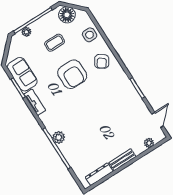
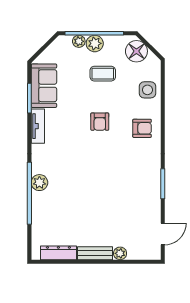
plant: (37, 27) -> (95, 43), added
armchair: (102, 61) -> (142, 128), turned -124
armchair: (72, 74) -> (100, 122), width x0.53, depth x0.53
plant: (149, 143) -> (120, 253), moved

